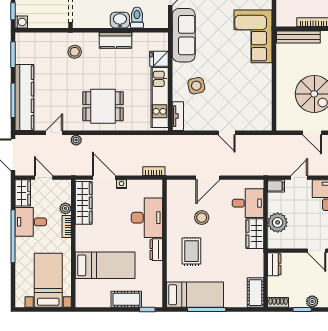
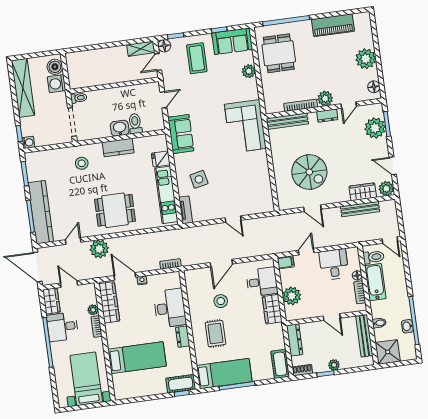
sofa: (184, 35) -> (181, 134), width x0.73
plant: (76, 140) -> (99, 249), width x1.88, depth x1.88
dresser: (274, 264) -> (295, 340), width x1.44
cot: (126, 299) -> (181, 384), moved

